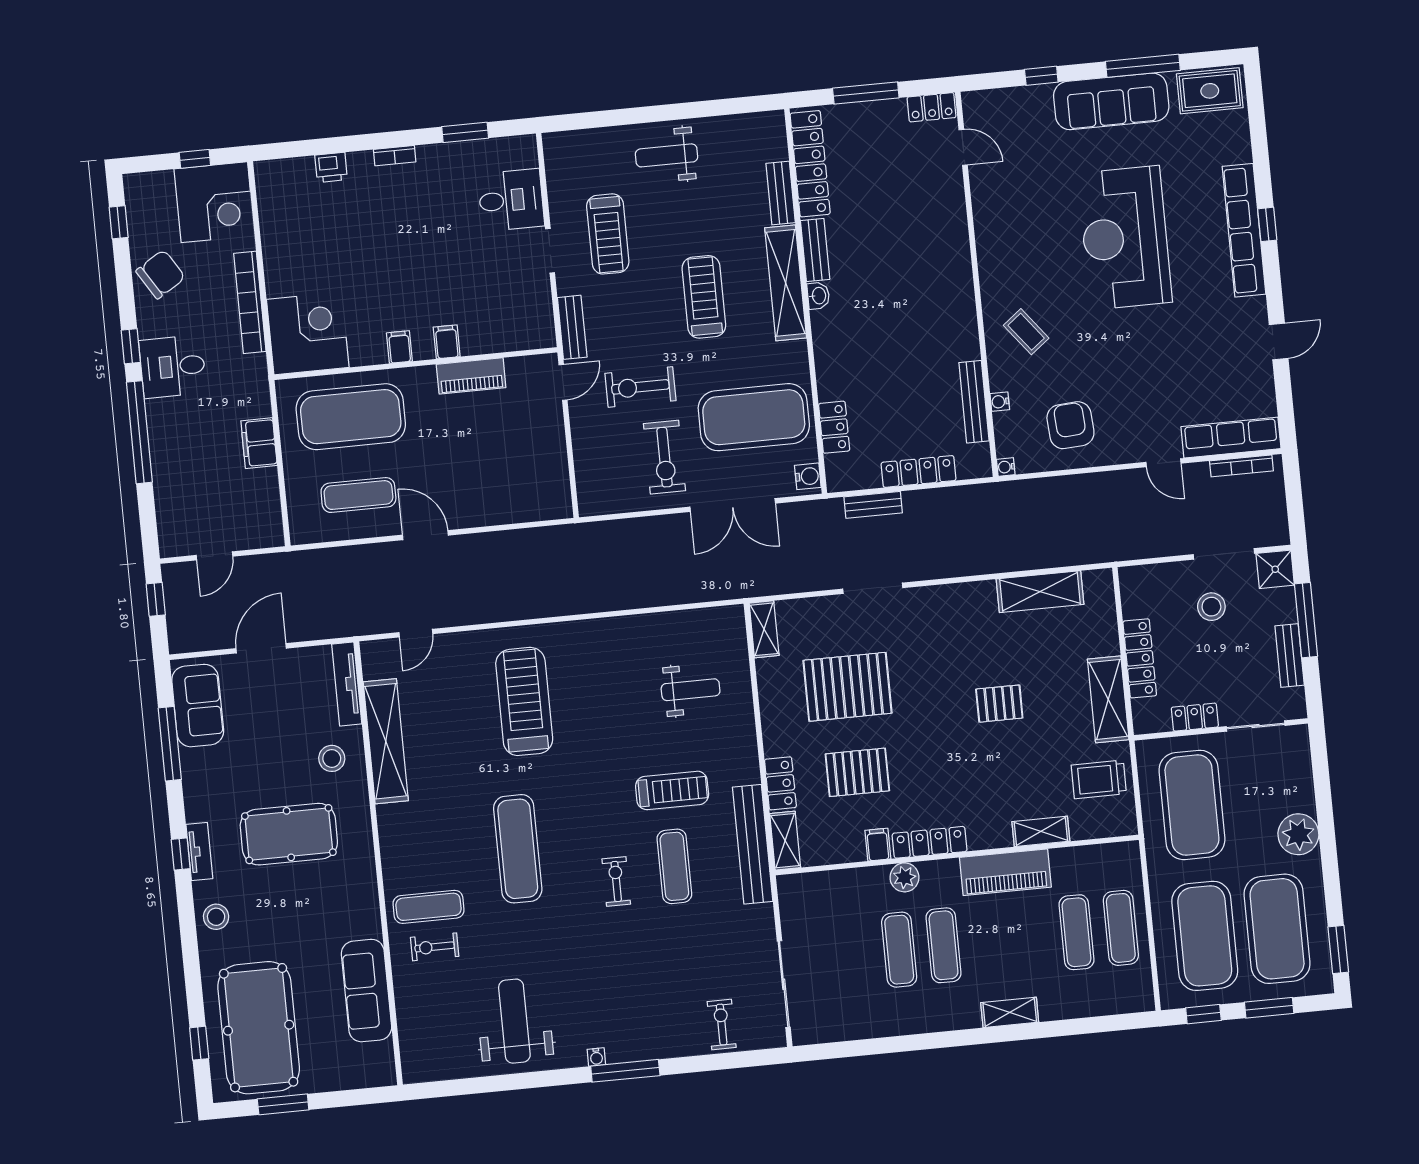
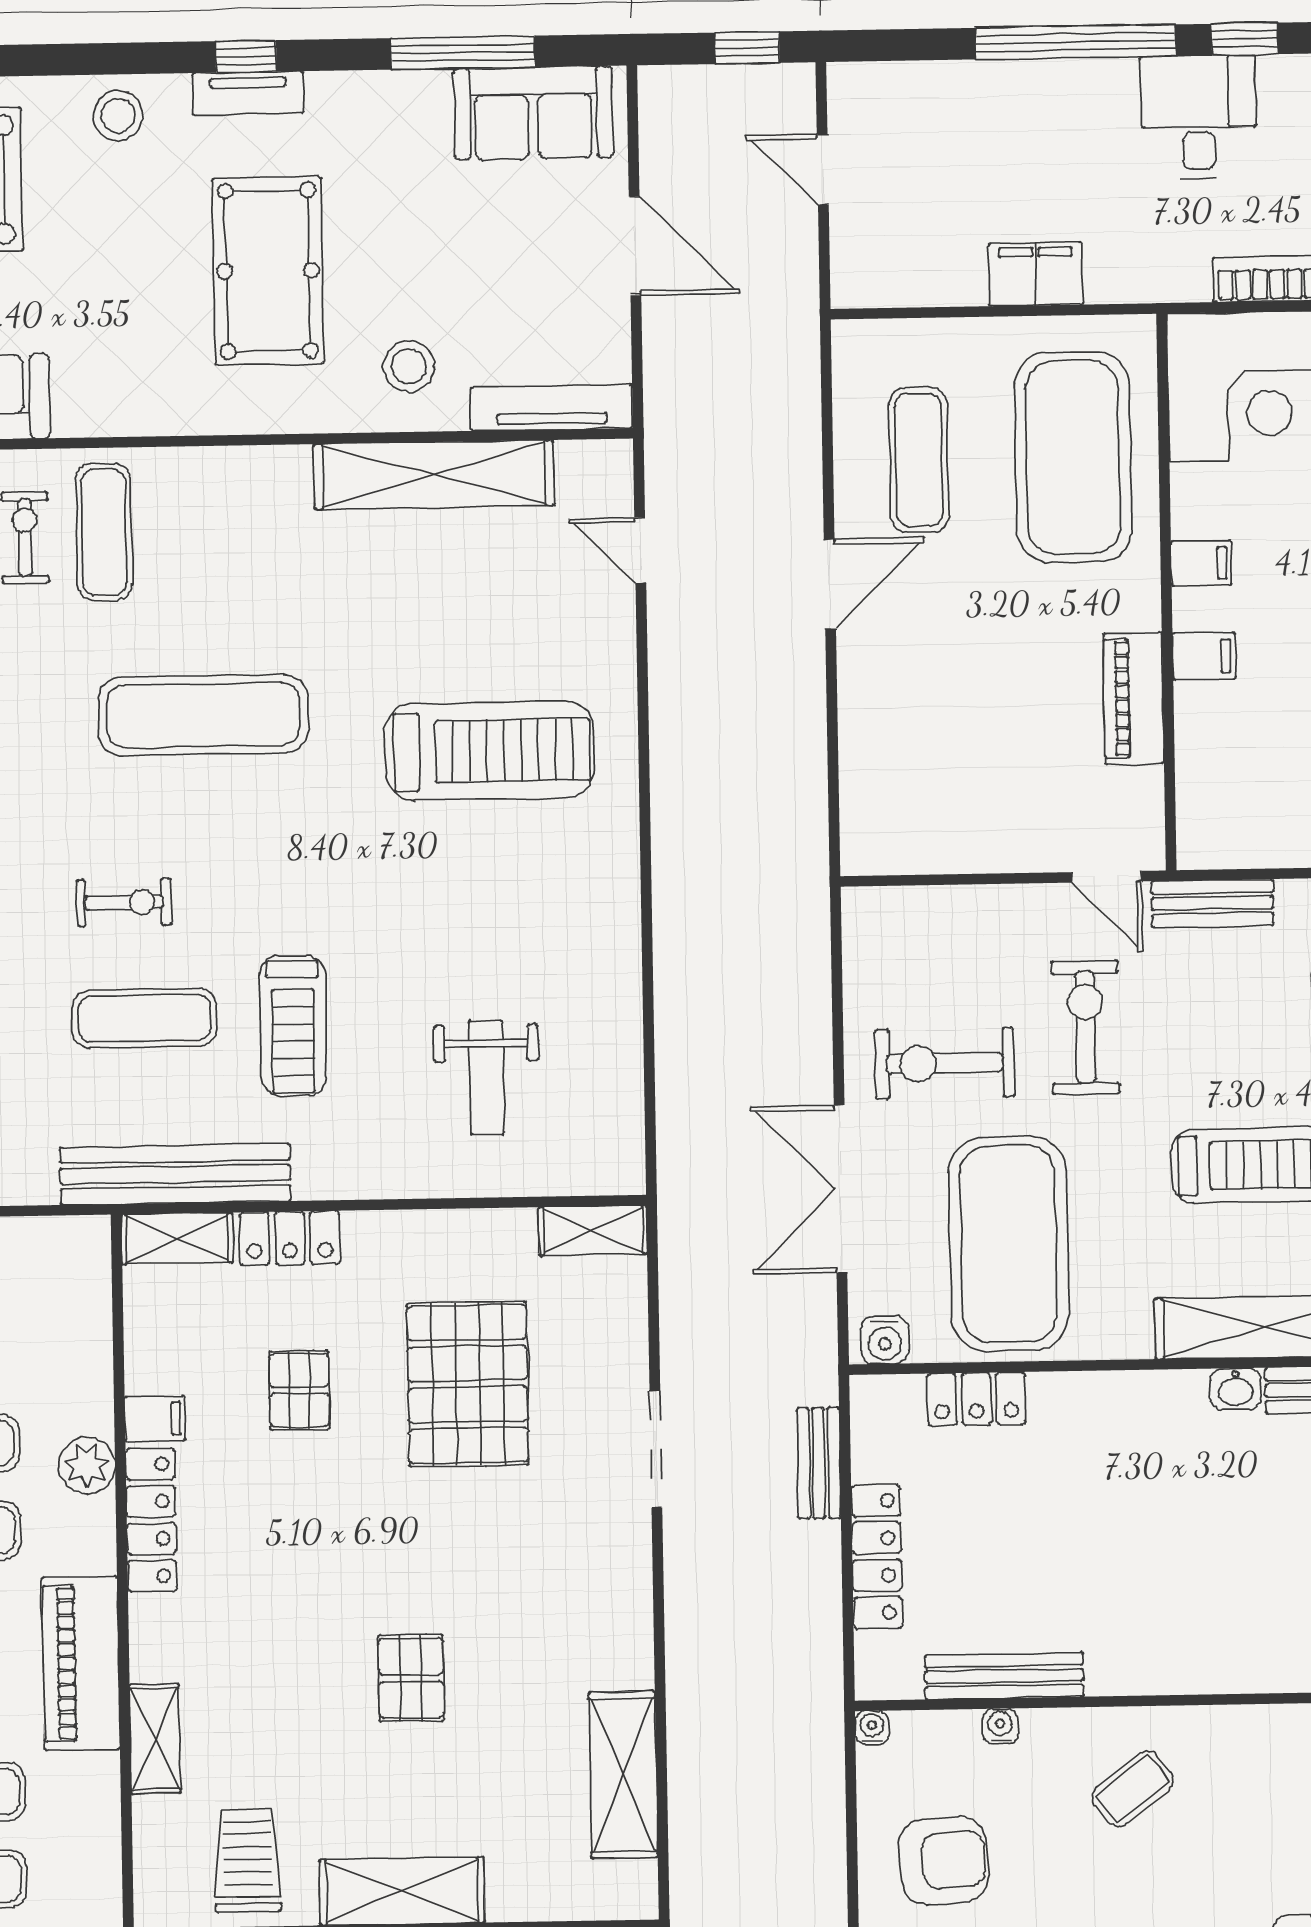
pallet: (857, 772) -> (299, 1390), width x0.67, depth x0.71

